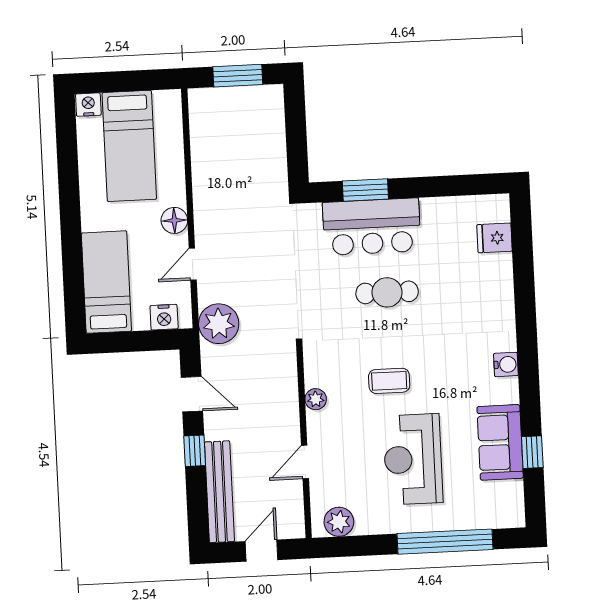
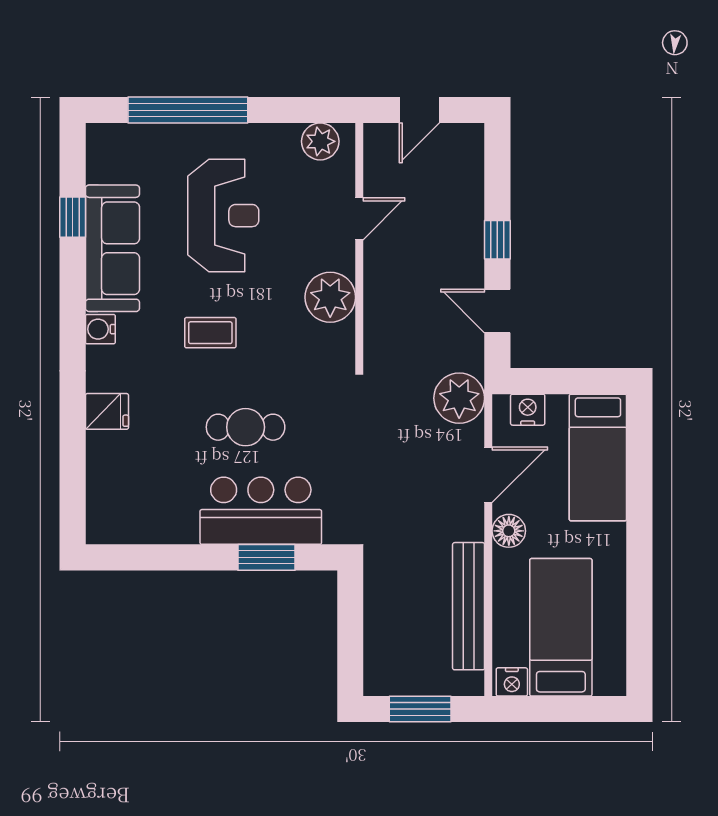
nightstand: (88, 105) -> (512, 682), moved
fridge: (495, 238) -> (107, 411), moved
door: (193, 264) -> (488, 475), width x1.38
coffee table: (389, 381) -> (210, 333), moved
plant: (316, 399) -> (330, 297), width x1.88, depth x1.88
sofa: (500, 442) -> (112, 248), width x1.36
bench: (220, 492) -> (469, 606), moved

